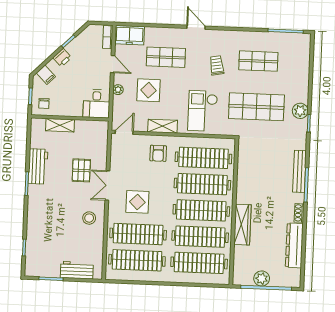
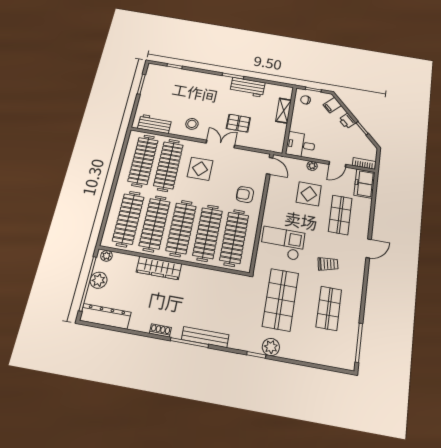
shelving: (163, 126) -> (271, 202), removed
dresser: (294, 245) -> (105, 316), moved
workbench: (77, 270) -> (155, 124), moved, turned -90
plant: (238, 276) -> (106, 256), added

